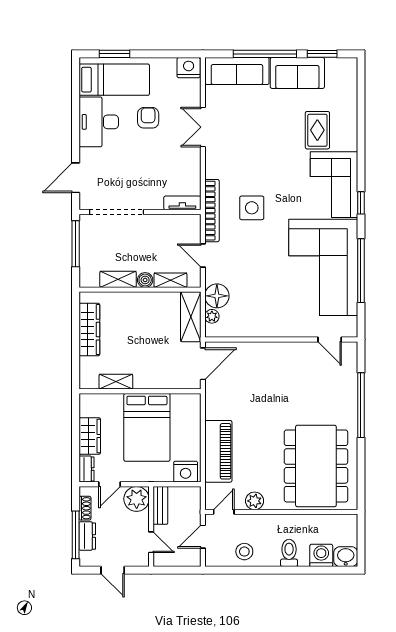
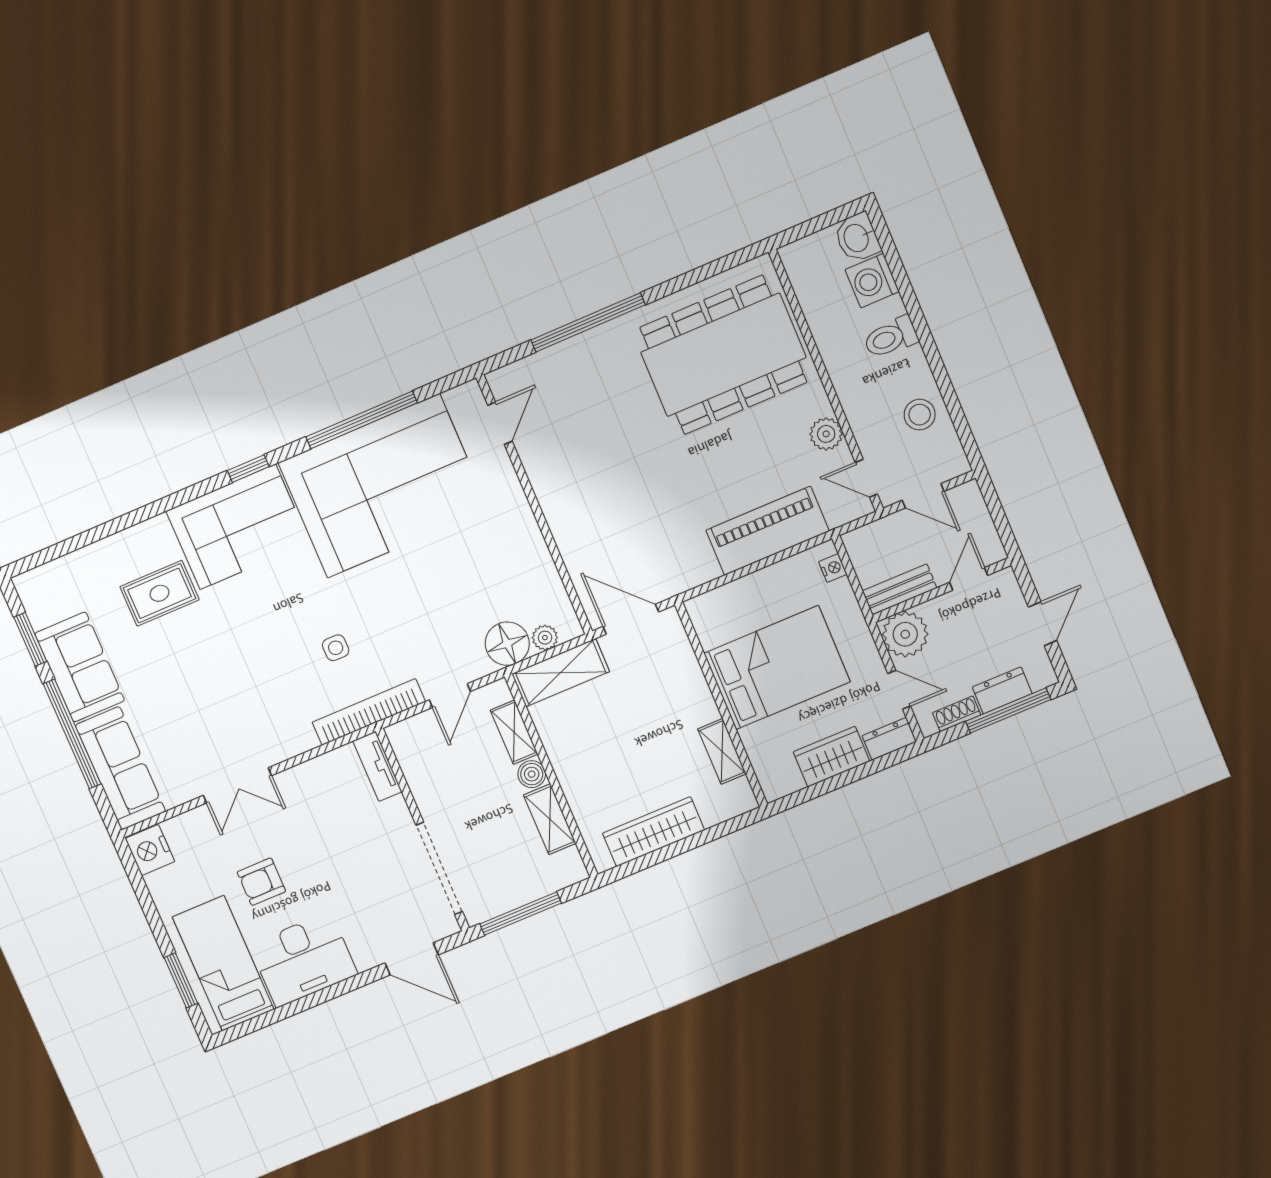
side table: (252, 208) -> (336, 648), width x0.54, depth x0.54
nightstand: (186, 472) -> (833, 568), width x0.53, depth x0.56

